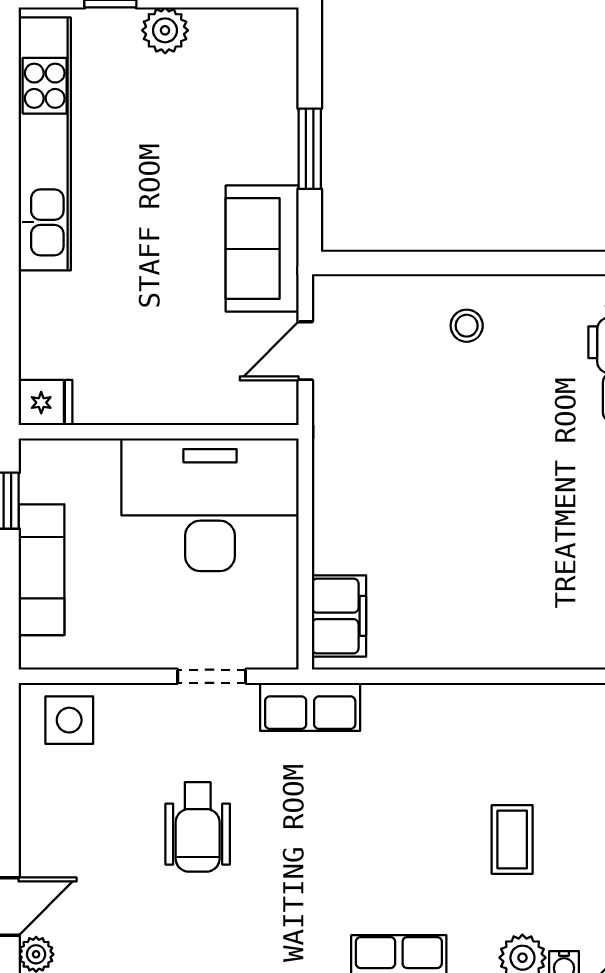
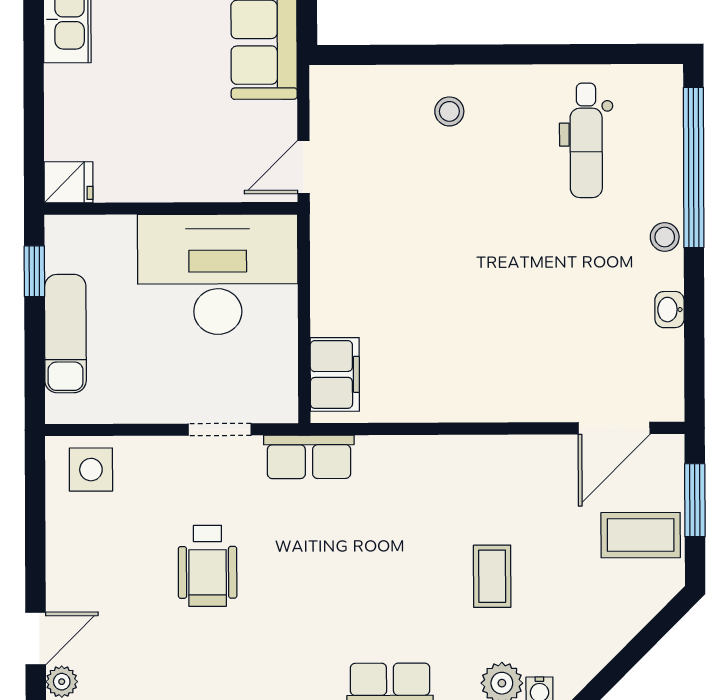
door: (305, 351) -> (303, 167), moved

